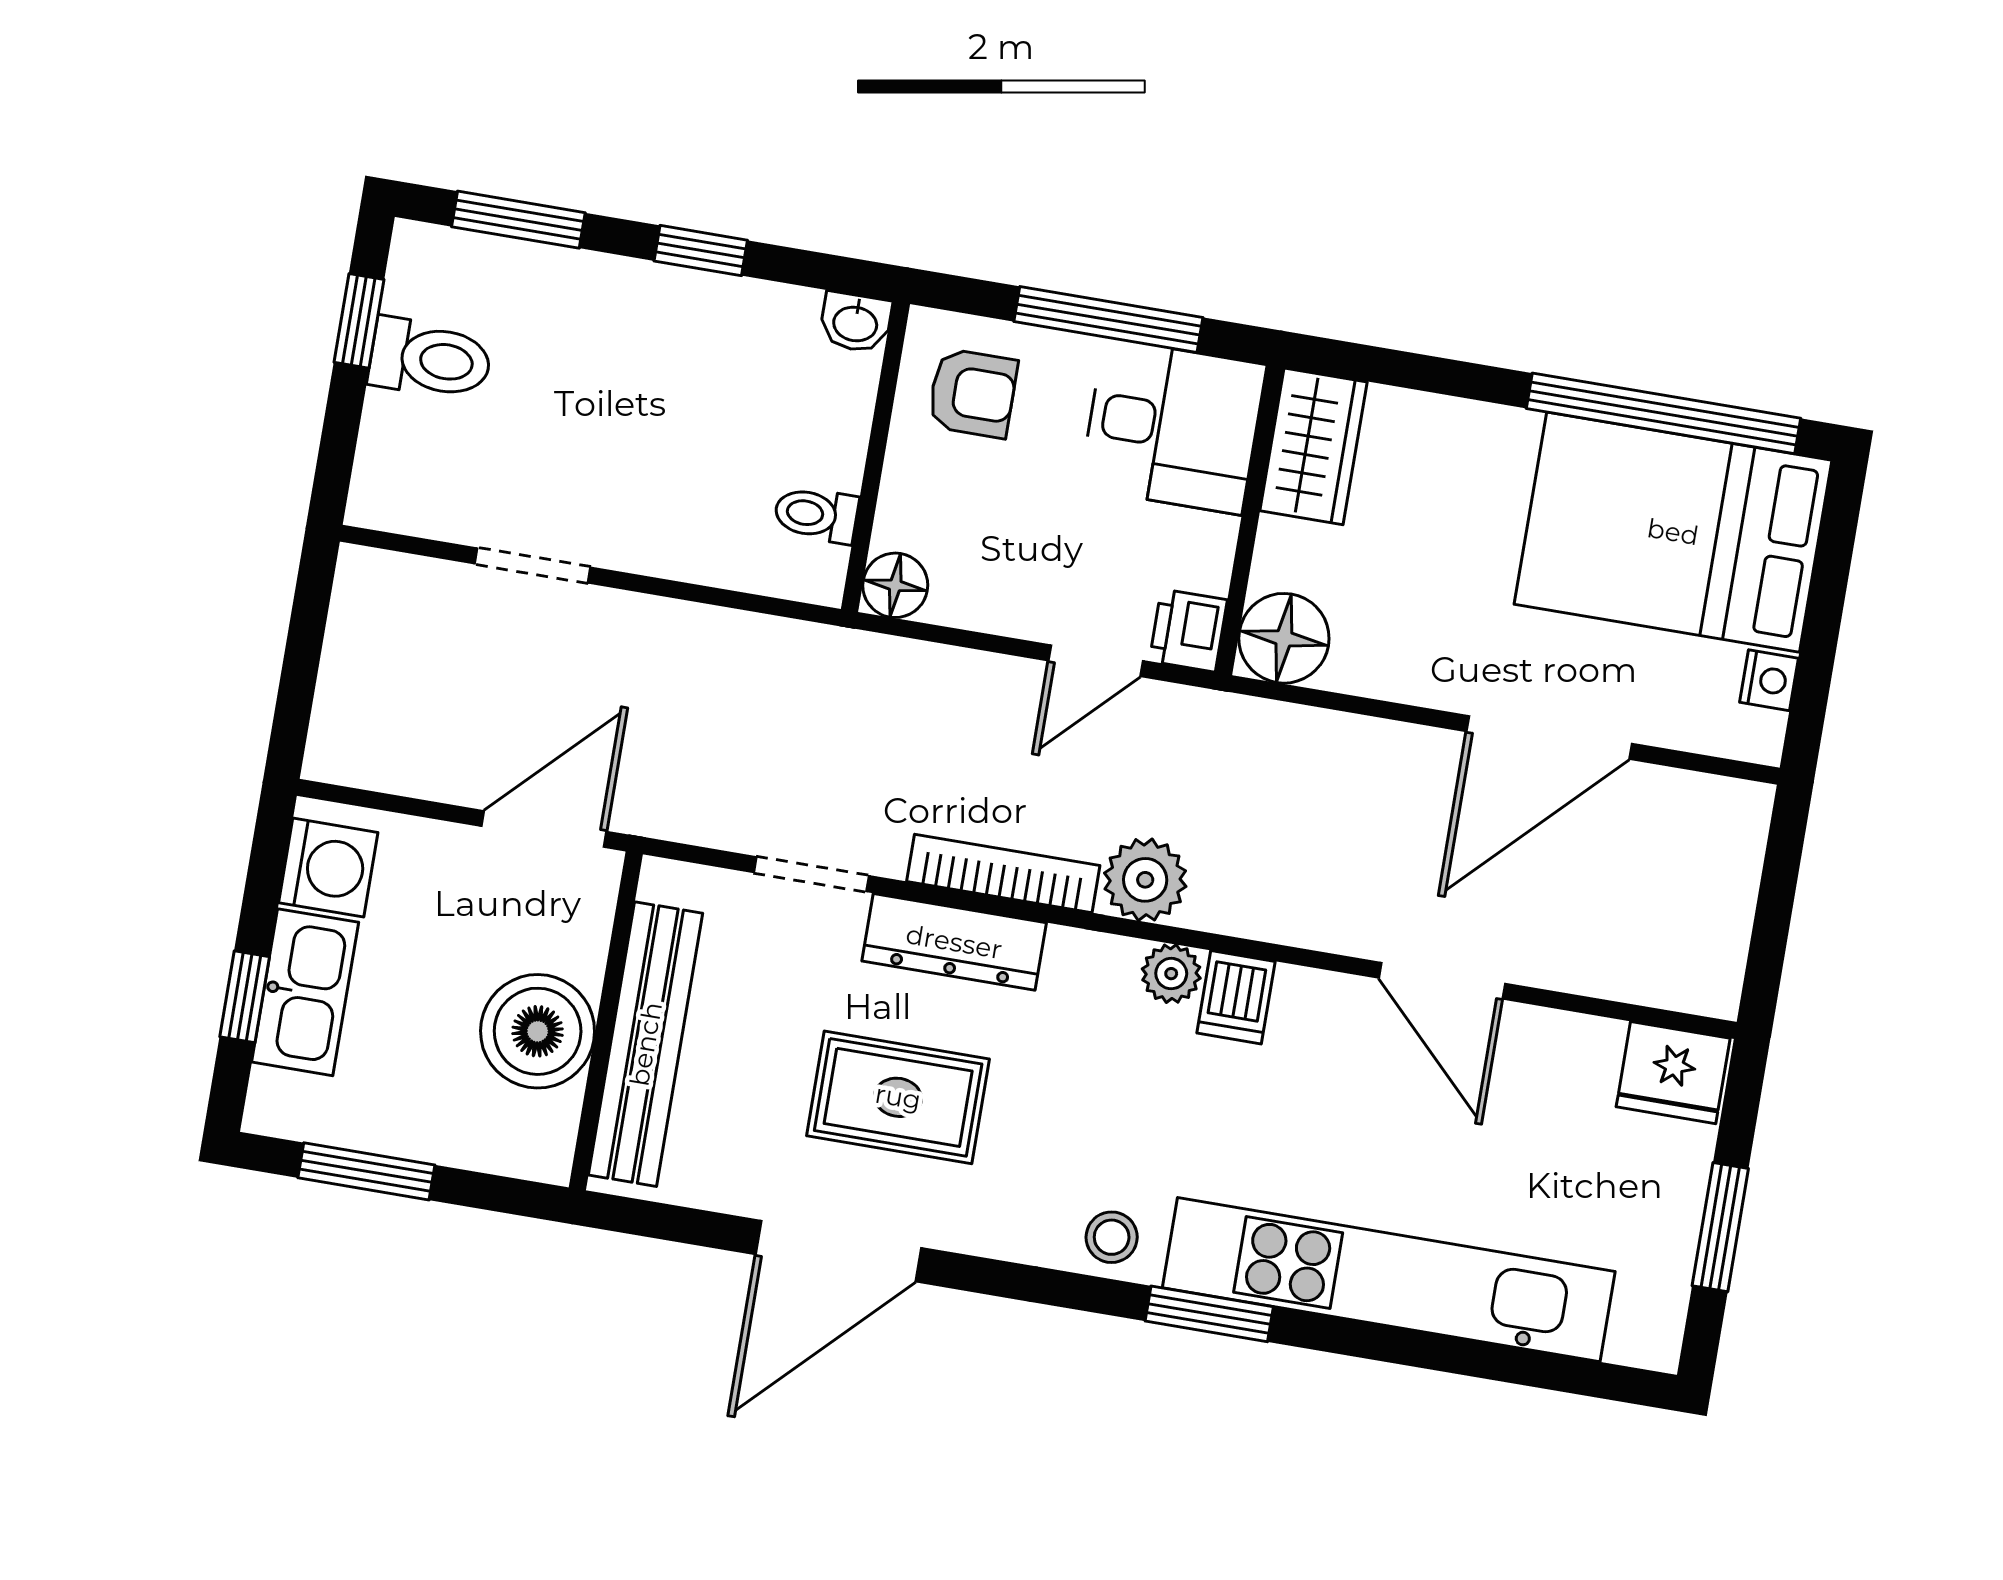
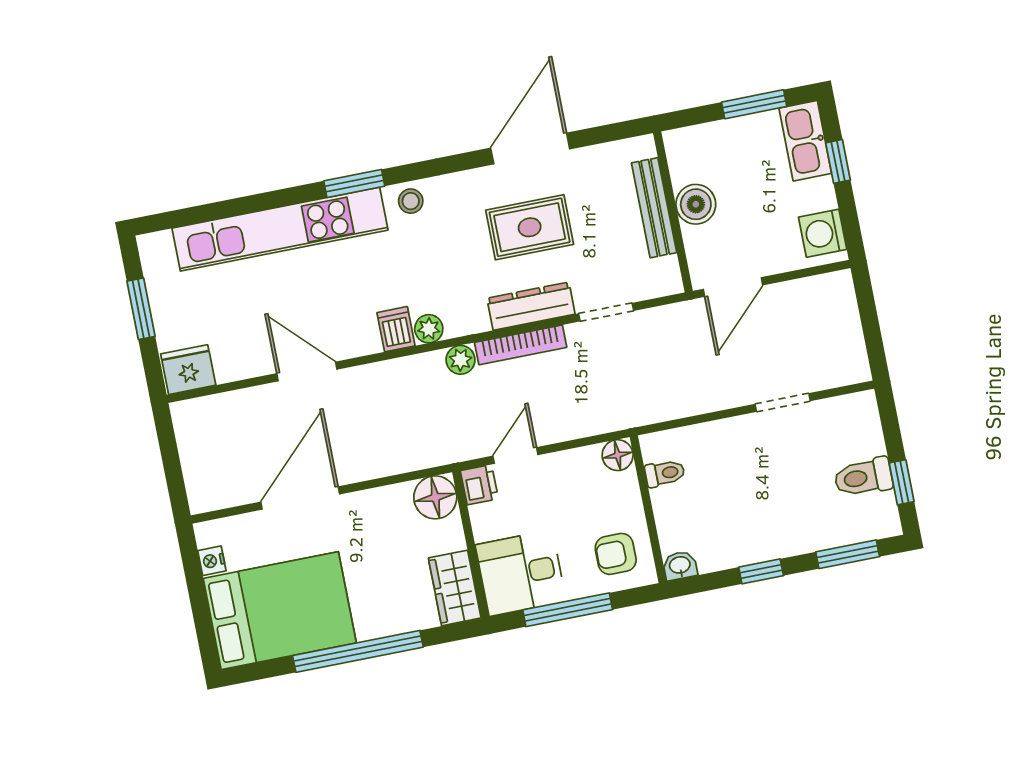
window: (1664, 413) -> (358, 651), moved
plant: (1145, 880) -> (461, 360), width x0.73, depth x0.73
kitchen sink: (305, 992) -> (805, 141), moved
boiler: (538, 1031) -> (696, 204), width x0.73, depth x0.73
bench: (646, 1044) -> (654, 208), width x0.73, depth x0.82

